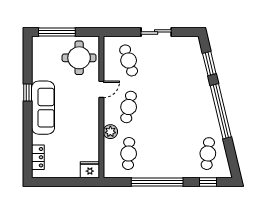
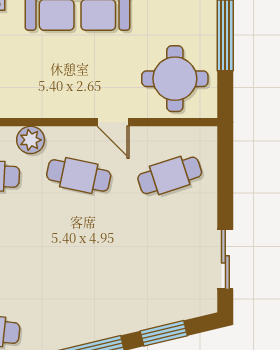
sliding door: (156, 32) -> (225, 259), moved

